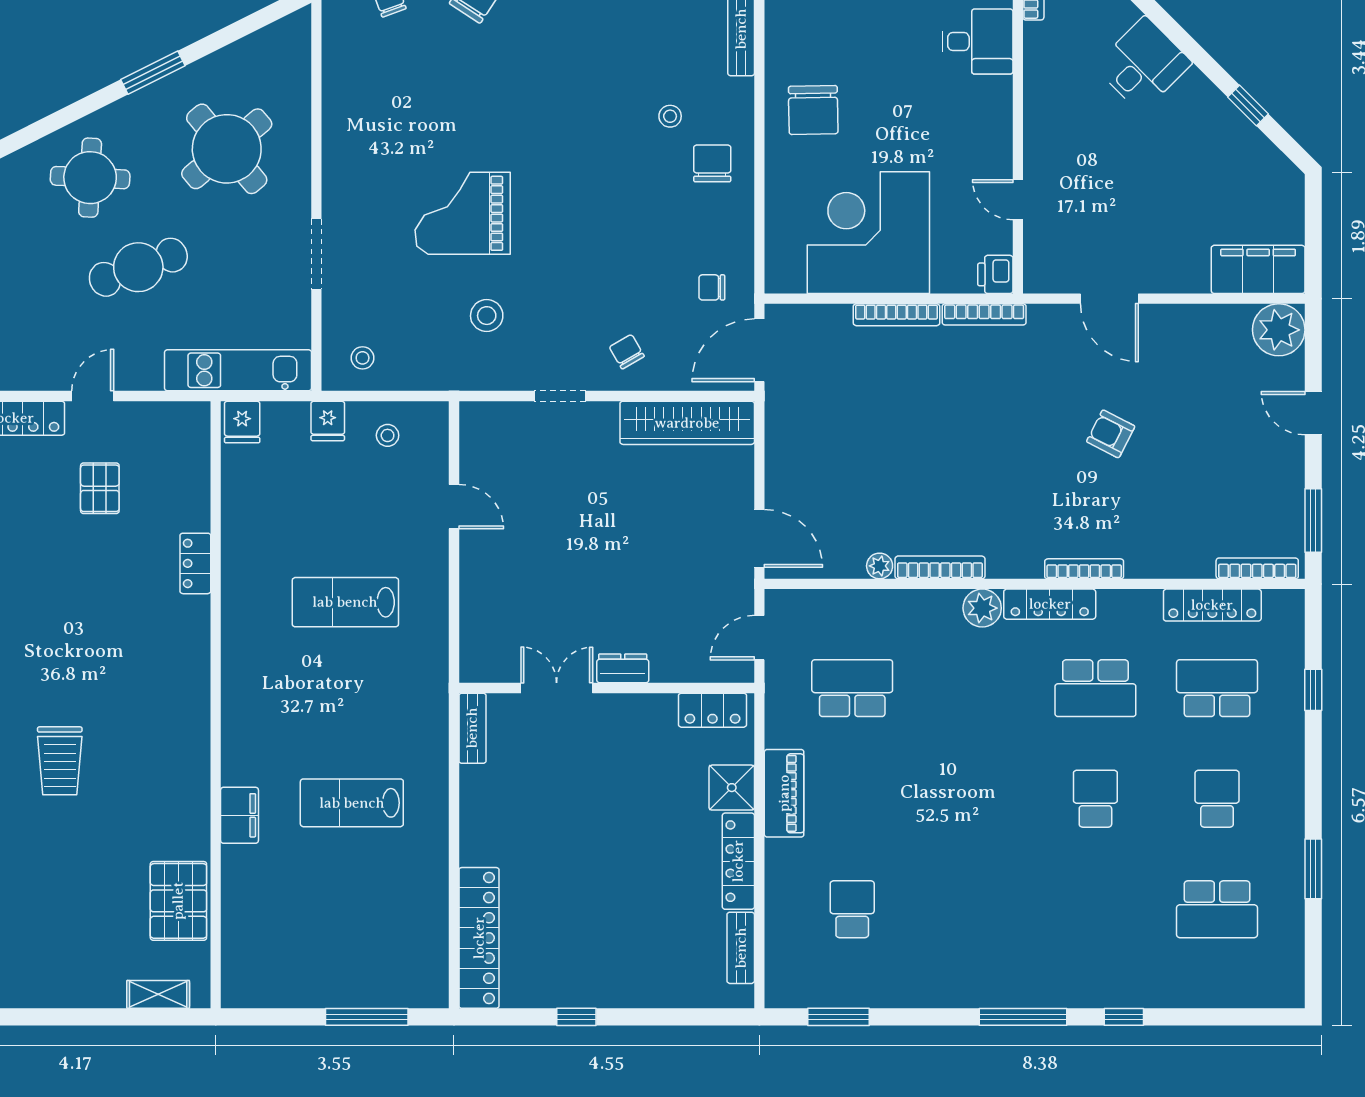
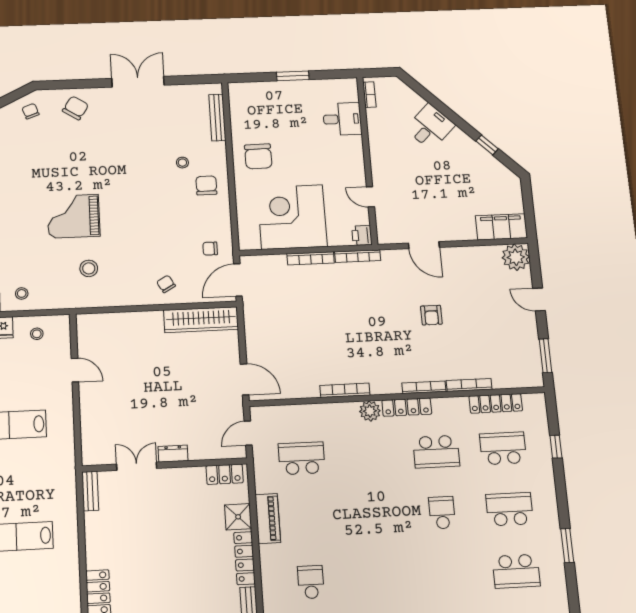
doorway: (560, 396) -> (131, 309), removed
armchair: (1111, 434) -> (431, 315), turned -117
plant: (880, 566) -> (312, 391), removed
bookcase: (1257, 568) -> (469, 385), moved
school desk: (1217, 799) -> (510, 509), width x1.85

